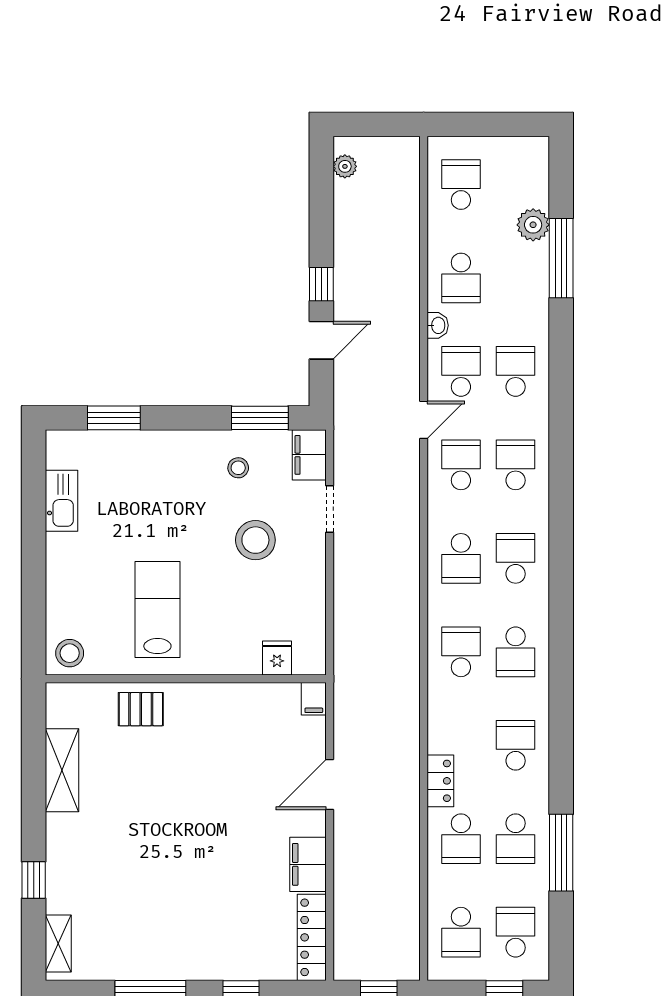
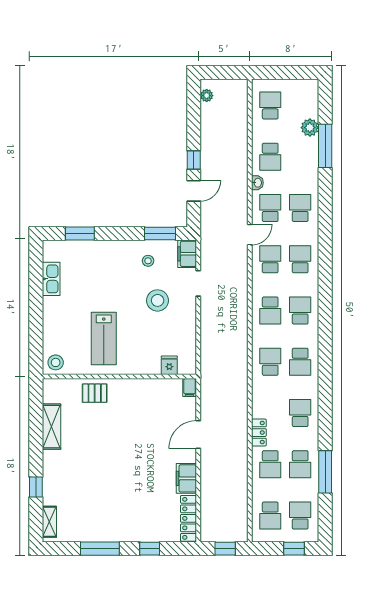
lab bench: (157, 610) -> (104, 339), turned 180

